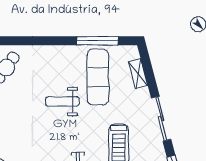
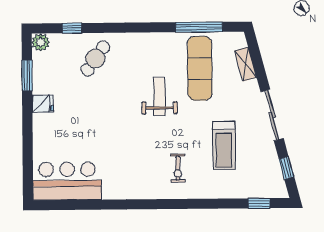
weight bench: (62, 101) -> (160, 96), turned 90

